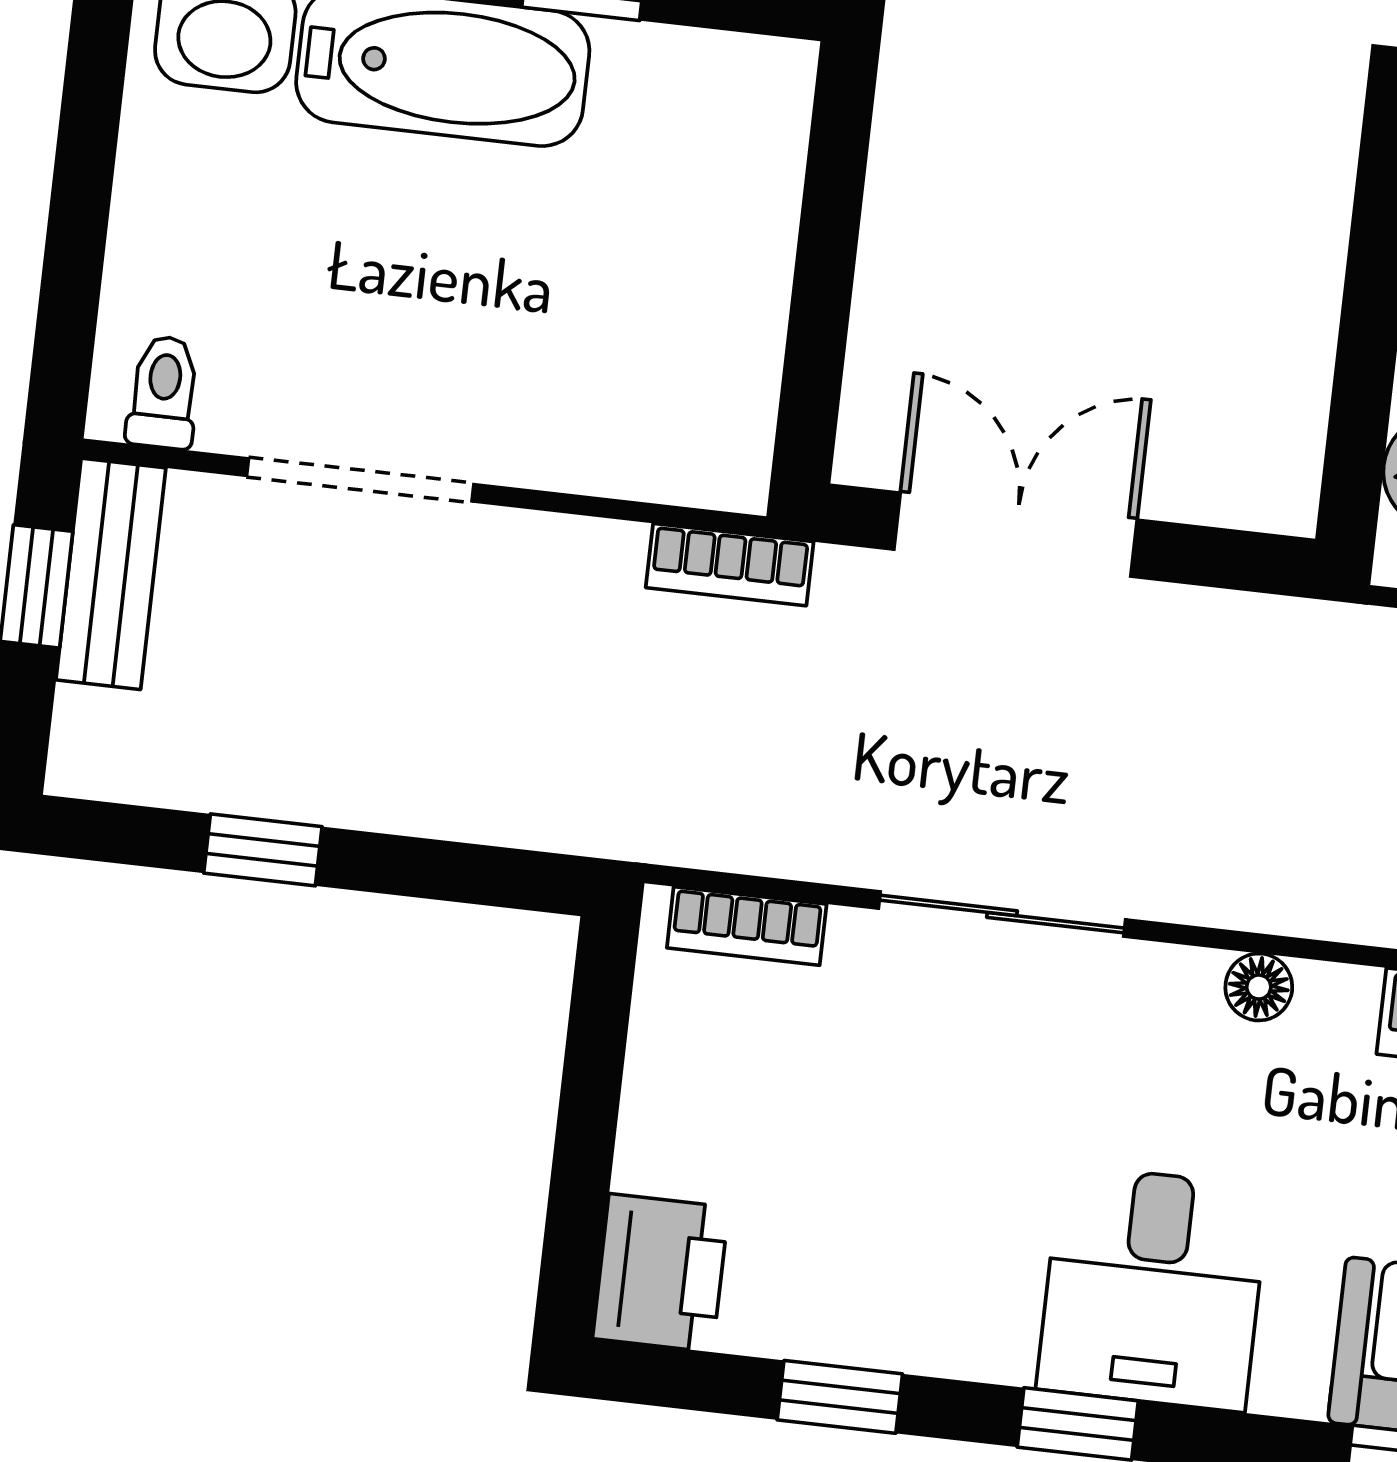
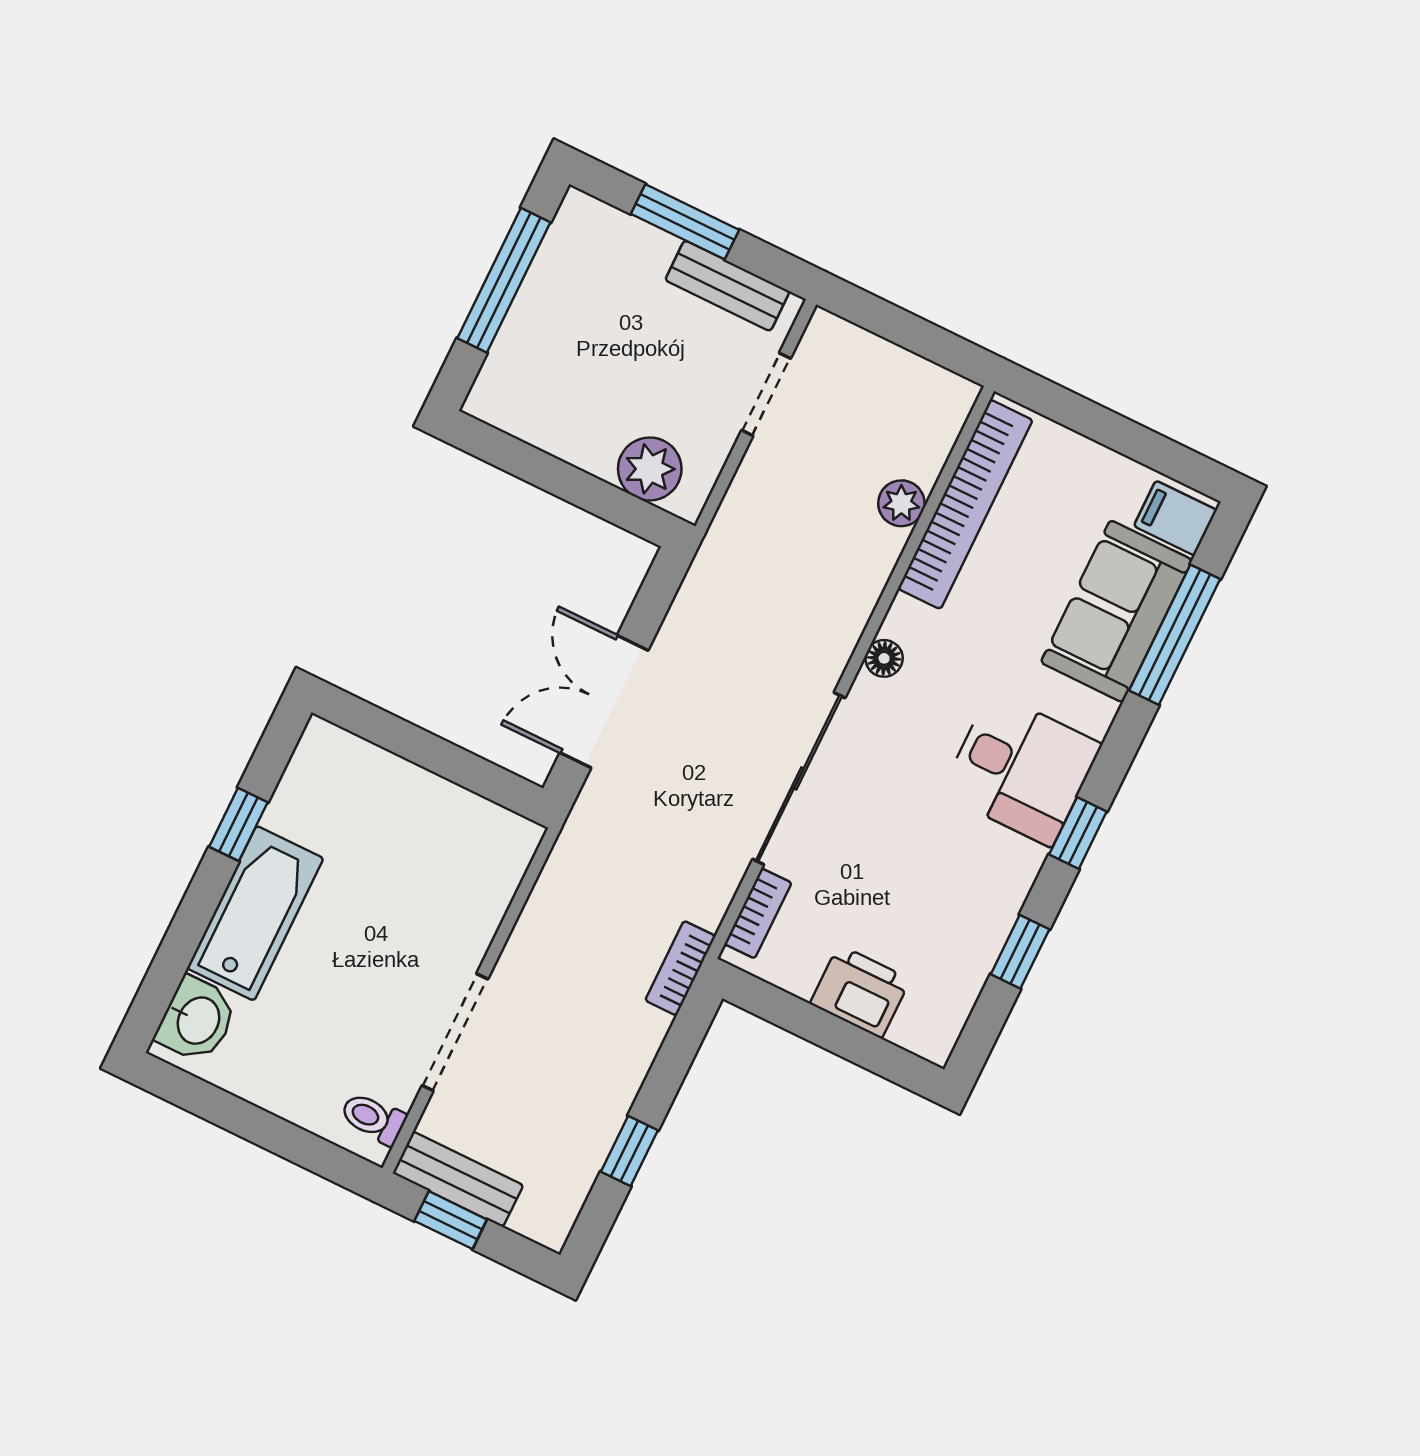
bookcase: (730, 565) -> (680, 968), moved, turned 180
sliding door: (1002, 914) -> (799, 778), width x1.37
printer: (661, 1273) -> (860, 992), moved

